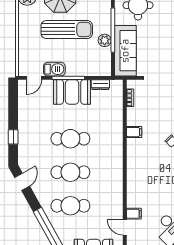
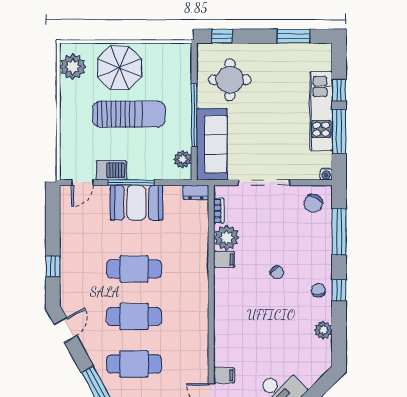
plant: (105, 40) -> (183, 159), moved
dresser: (100, 85) -> (196, 192), moved
plant: (136, 117) -> (226, 238), added

